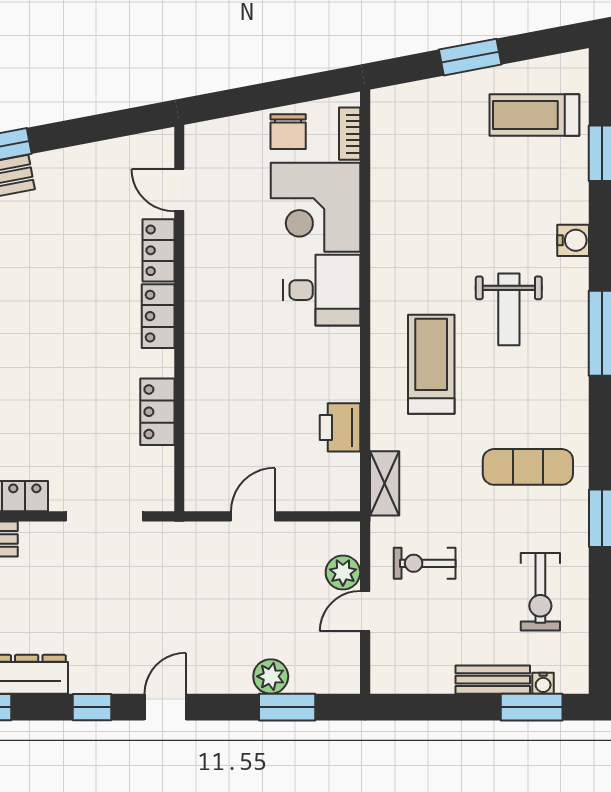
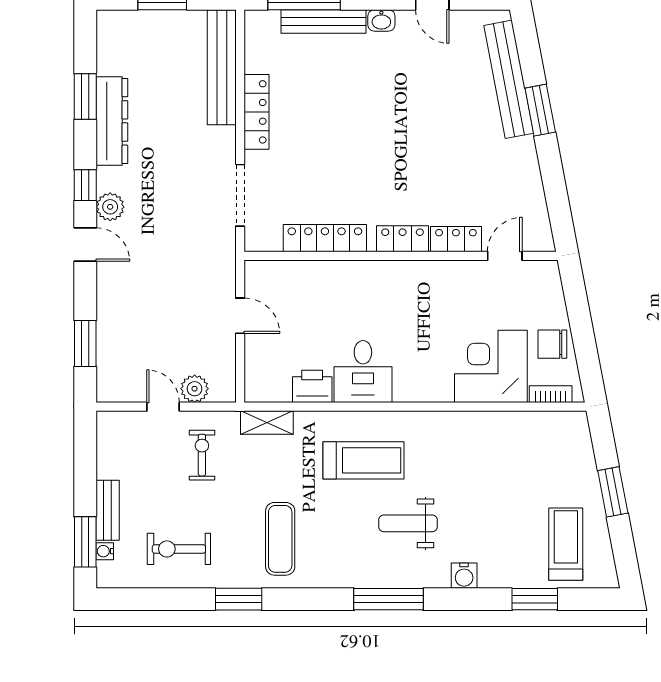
desk: (322, 290) -> (363, 372), moved
locker: (157, 412) -> (325, 238), width x1.53
plant: (271, 676) -> (110, 207), moved

